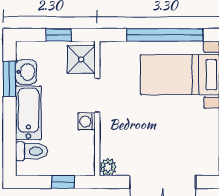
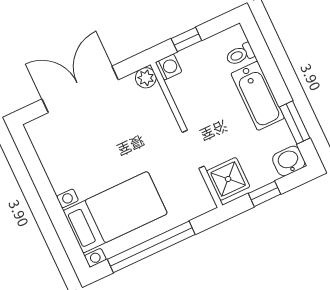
washbasin: (26, 72) -> (289, 161), moved, turned 90
washing machine: (87, 121) -> (169, 67), moved
toilet: (31, 151) -> (240, 54), width x0.73, depth x0.72

